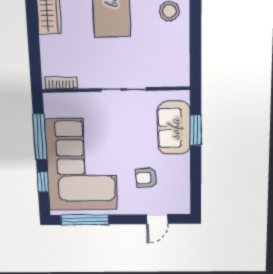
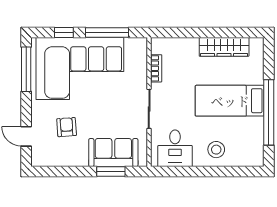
desk: (168, 59) -> (175, 148), added
bookcase: (61, 83) -> (156, 68), moved

